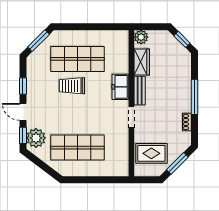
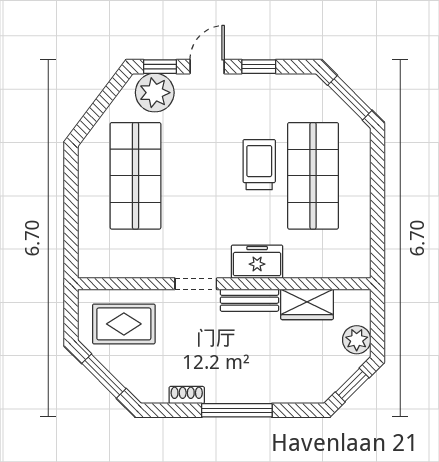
plant: (141, 37) -> (357, 340), moved
rug: (151, 153) -> (124, 324), turned 90

